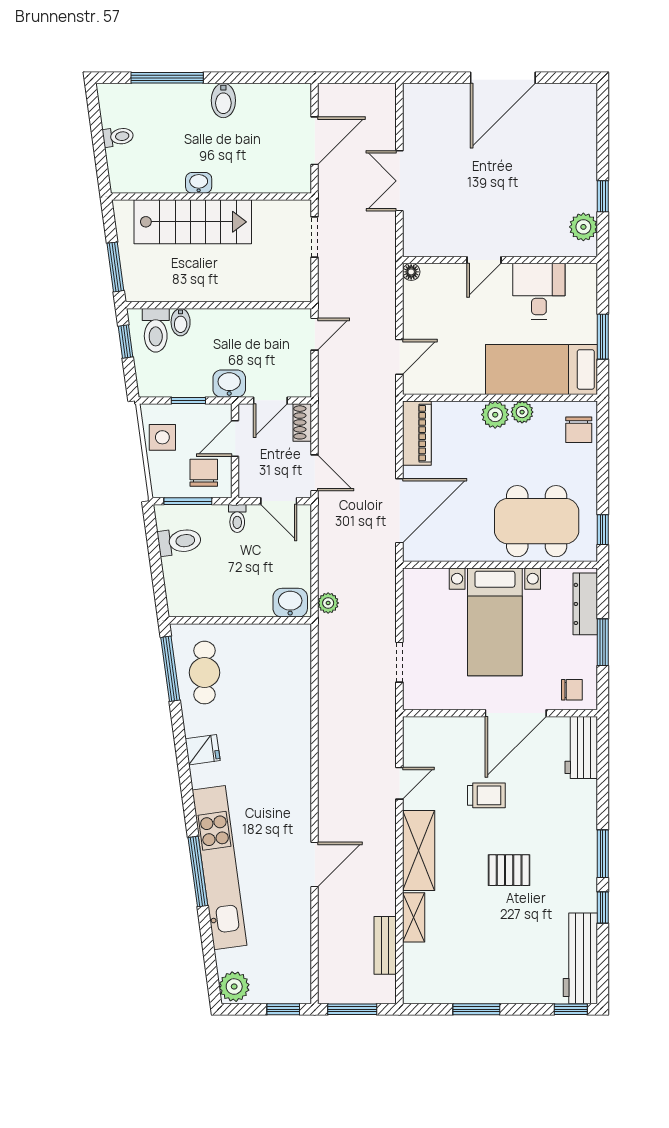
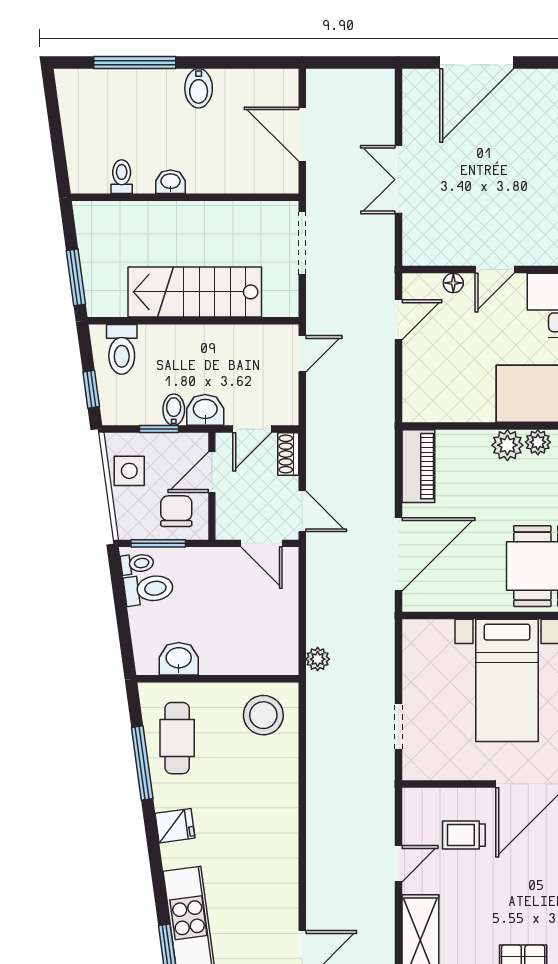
door: (503, 78) -> (477, 63), moved
toilet: (118, 137) -> (122, 177), moved, turned -82
door: (315, 141) -> (302, 134), swing flipped
stairs: (193, 222) -> (195, 292), moved, turned 180
doorway: (315, 237) -> (302, 243), width x1.38
floor lamp: (411, 272) -> (453, 283), moved
bidet: (181, 322) -> (174, 410), moved, turned 180
window: (126, 342) -> (91, 389), moved
door: (399, 357) -> (398, 320), moved
toilet: (237, 518) -> (137, 564), moved, turned -98
washbasin: (290, 603) -> (179, 659), moved
stool: (280, 652) -> (263, 715), added
window: (170, 669) -> (142, 763), moved
trolley: (486, 795) -> (464, 835), moved, turned 180

